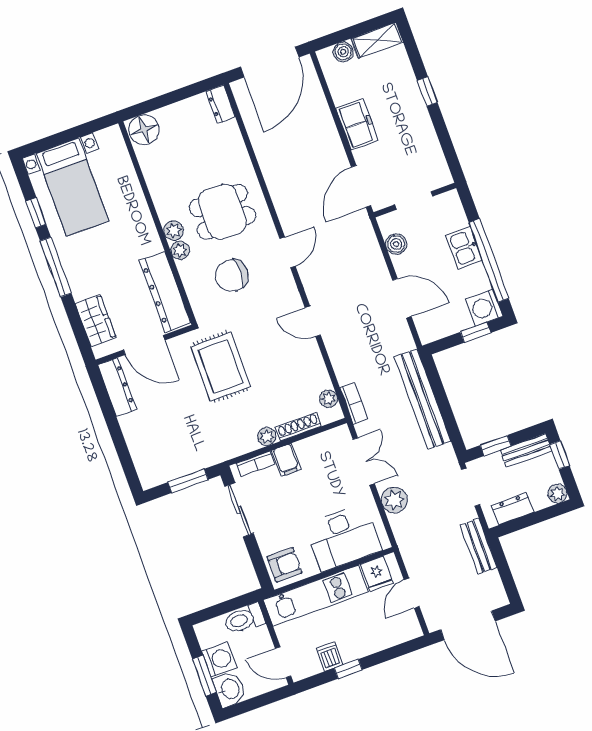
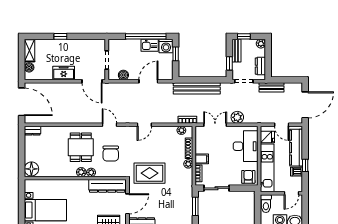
kitchen sink: (464, 248) -> (150, 45), moved
kitchen counter: (377, 638) -> (296, 148), added

